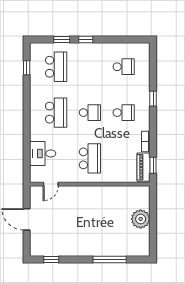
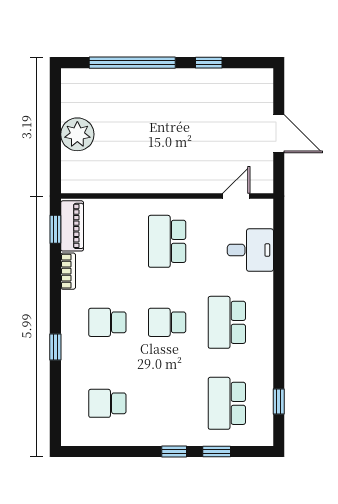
window: (51, 260) -> (209, 63), moved
window: (110, 260) -> (132, 63), width x1.46

